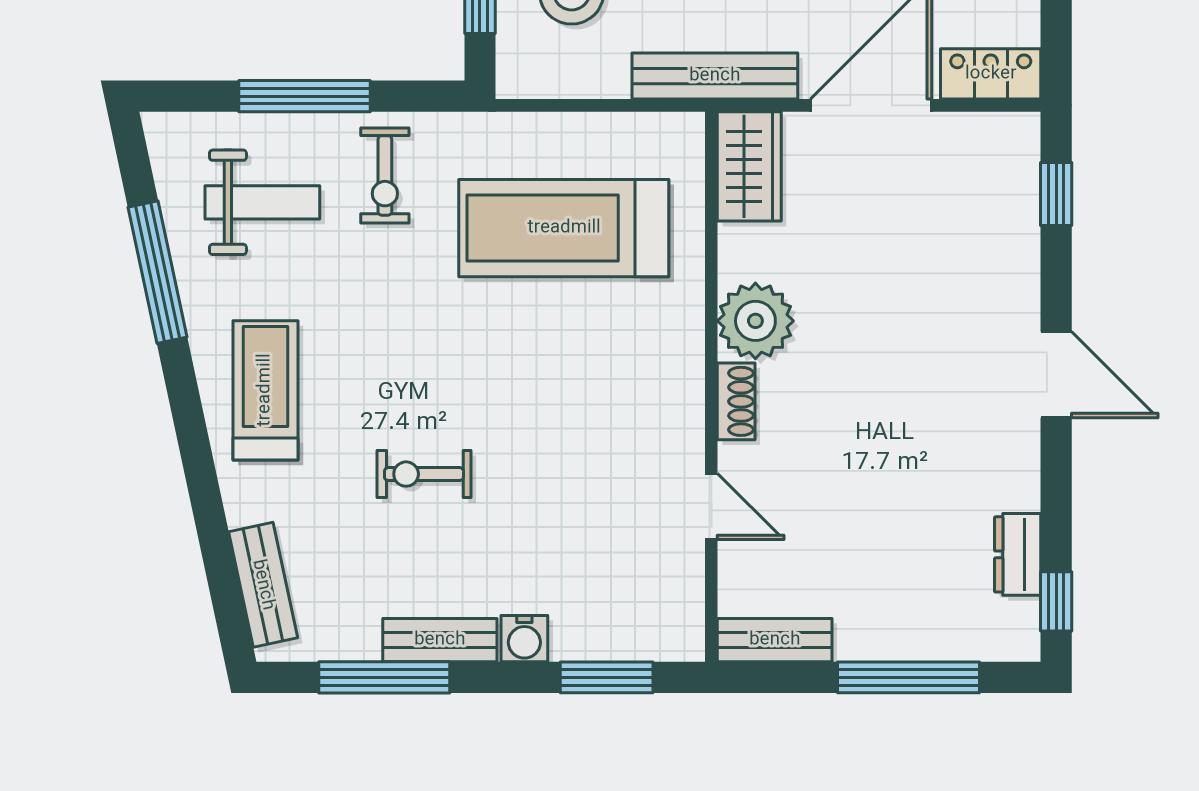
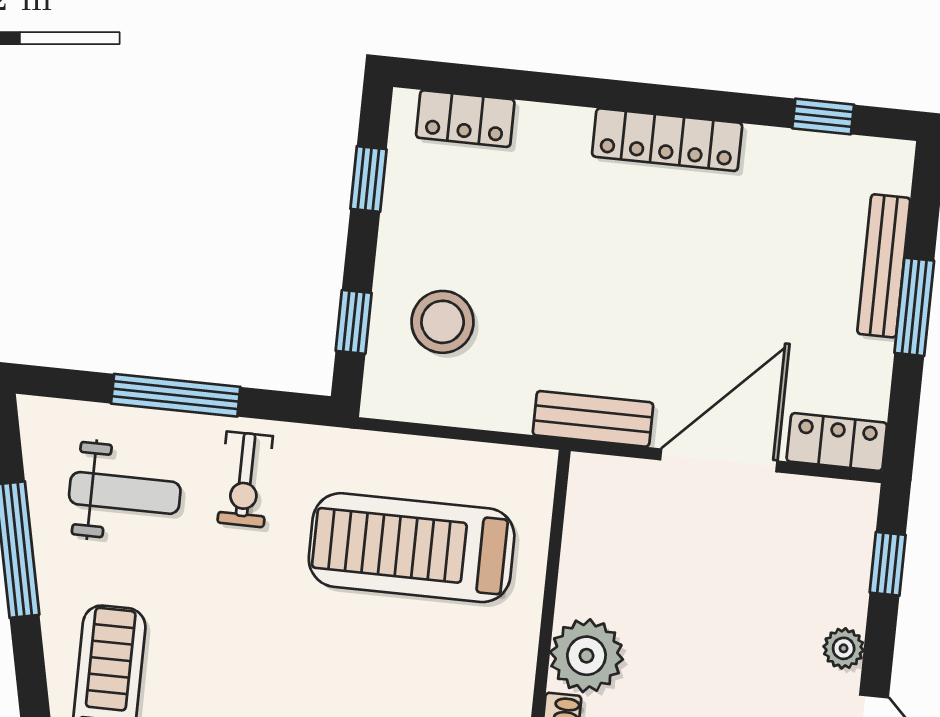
bench: (715, 76) -> (593, 419), width x0.73
wardrobe: (749, 166) -> (596, 507), removed
plant: (1020, 286) -> (844, 648), added

